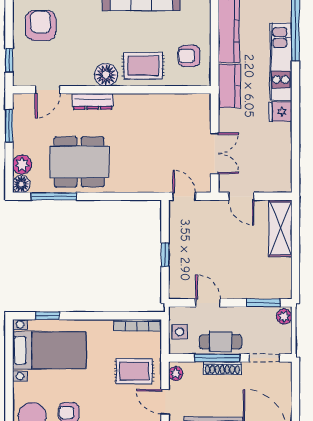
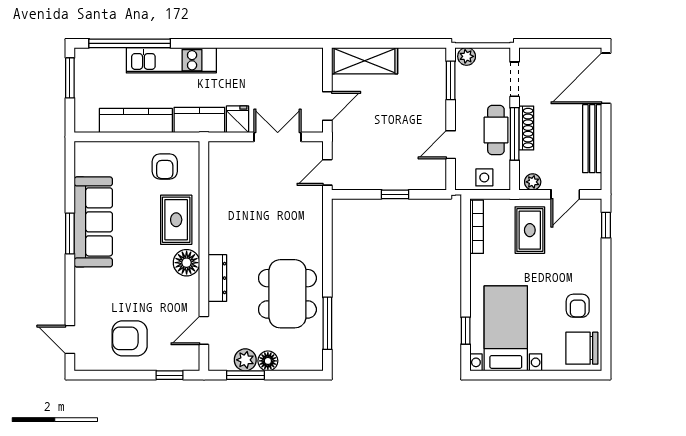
door: (48, 90) -> (204, 330), swing flipped
fridge: (280, 112) -> (238, 119), moved, turned 180
plant: (22, 165) -> (245, 360), moved
floor lamp: (21, 184) -> (268, 361), moved

